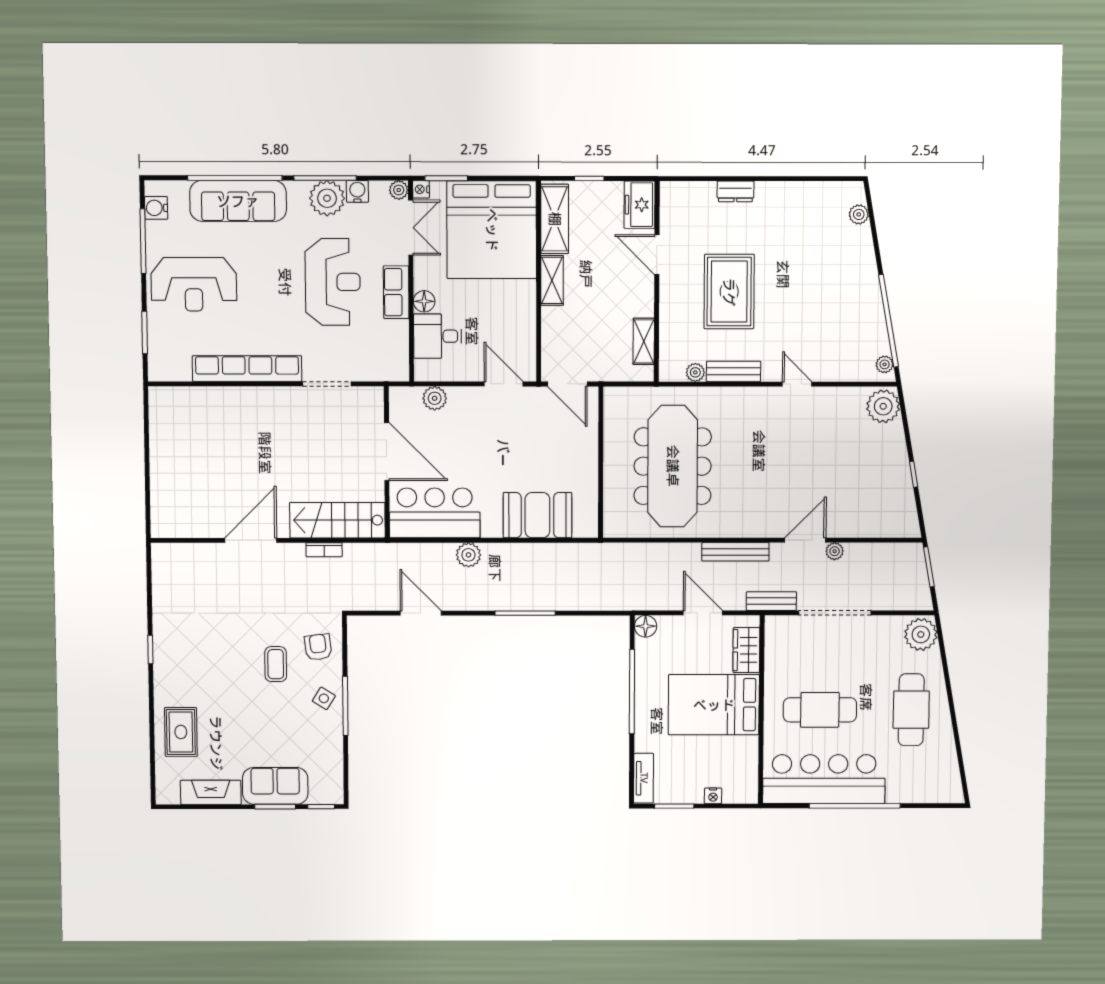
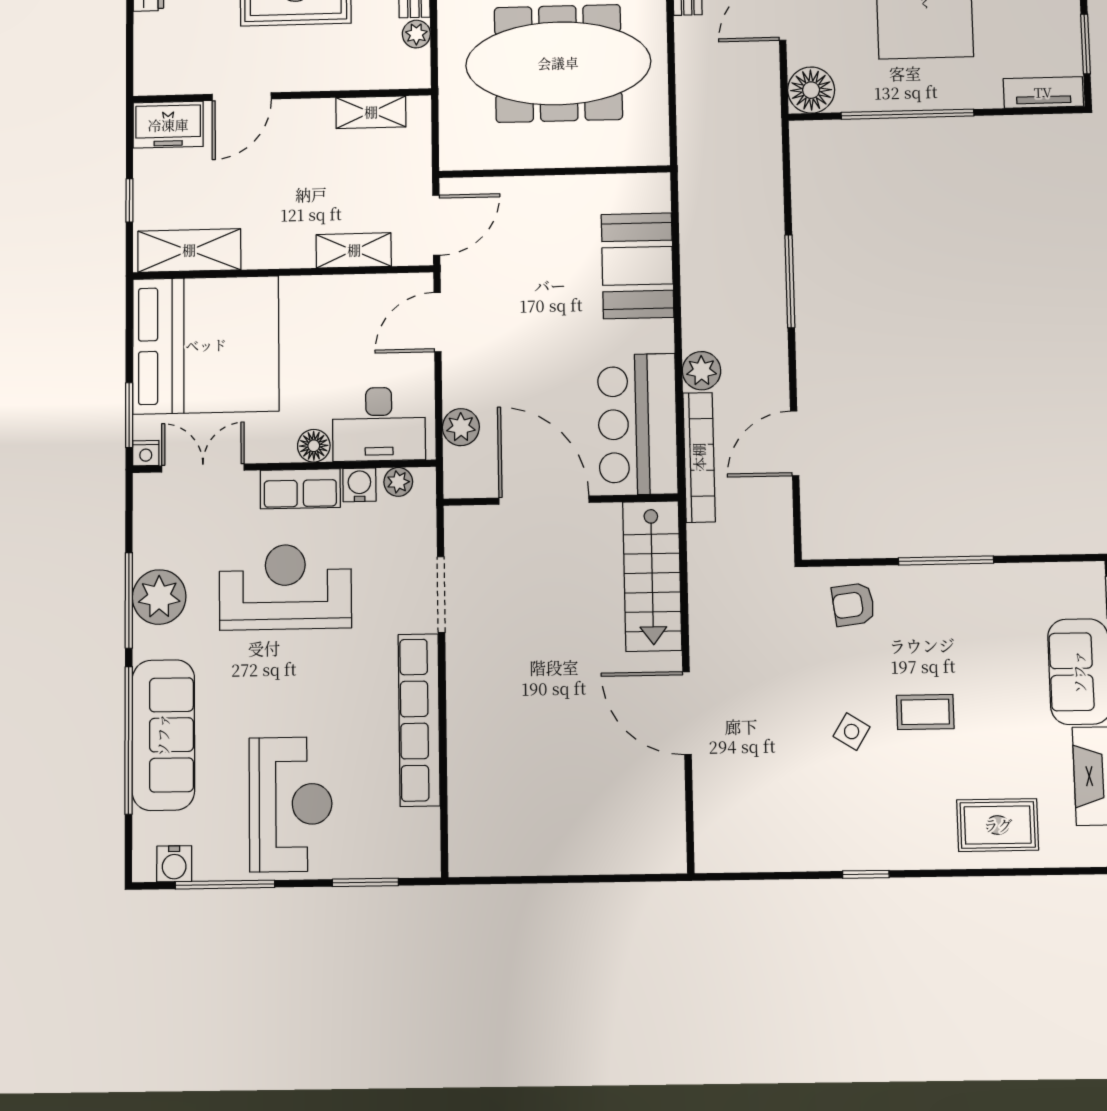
plant: (399, 190) -> (398, 482), moved
water cooler: (357, 191) -> (359, 485), moved, turned 90
shelving: (552, 280) -> (354, 250), moved
desk: (437, 336) -> (379, 424), width x1.37
door: (387, 452) -> (544, 500), hinge flipped
bookcase: (324, 550) -> (699, 457), moved, width x2.31, depth x1.31
floor lamp: (646, 626) -> (811, 90), width x1.38, depth x1.38
coffee table: (276, 664) -> (925, 712), moved
side table: (324, 698) -> (852, 732), moved

